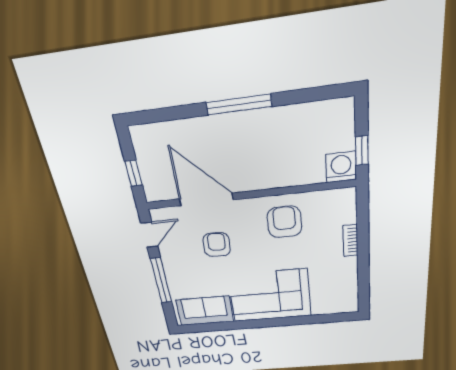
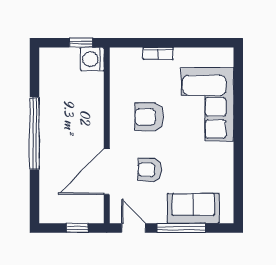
window: (239, 104) -> (35, 133), width x1.46
armchair: (284, 222) -> (149, 117), moved
corner sofa: (270, 296) -> (208, 104), moved
sofa: (205, 311) -> (193, 208), moved, turned 90

